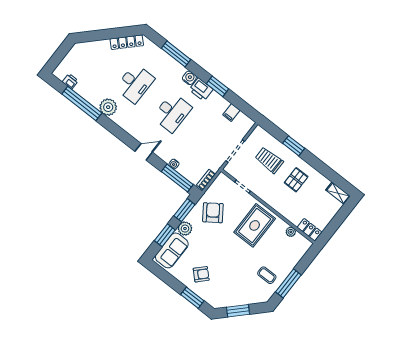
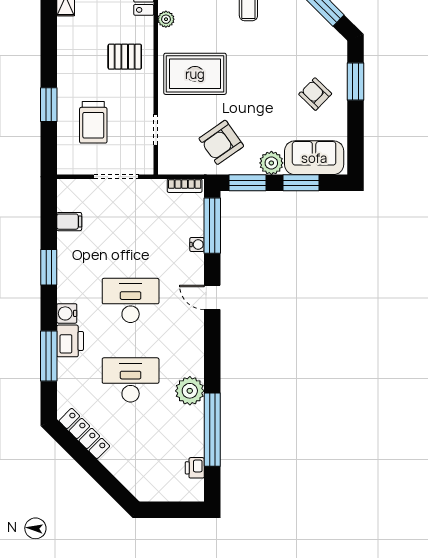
printer: (201, 89) -> (70, 341), moved
pallet: (296, 180) -> (125, 57), moved

